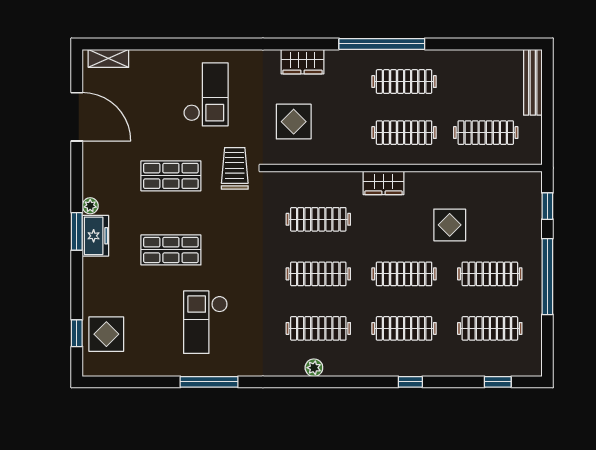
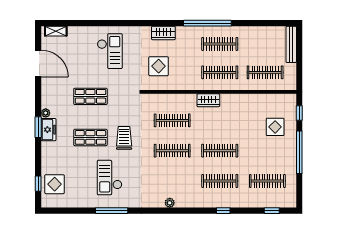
trolley: (235, 168) -> (124, 138), moved
display table: (450, 225) -> (275, 127), moved
clothes rail: (490, 274) -> (267, 151), removed
clothes rail: (318, 328) -> (172, 181), removed

